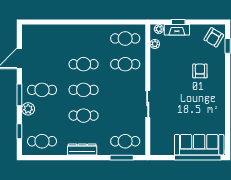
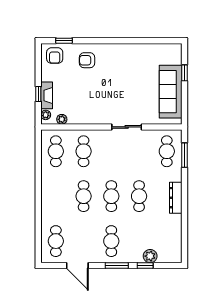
armchair: (214, 37) -> (55, 56), turned 59
armchair: (200, 71) -> (87, 60), moved
plant: (28, 109) -> (150, 256), moved
window: (19, 131) -> (145, 265), moved
cafe table: (42, 141) -> (56, 241), moved
sofa: (199, 145) -> (171, 92), moved
window: (198, 158) -> (185, 73), width x0.32

